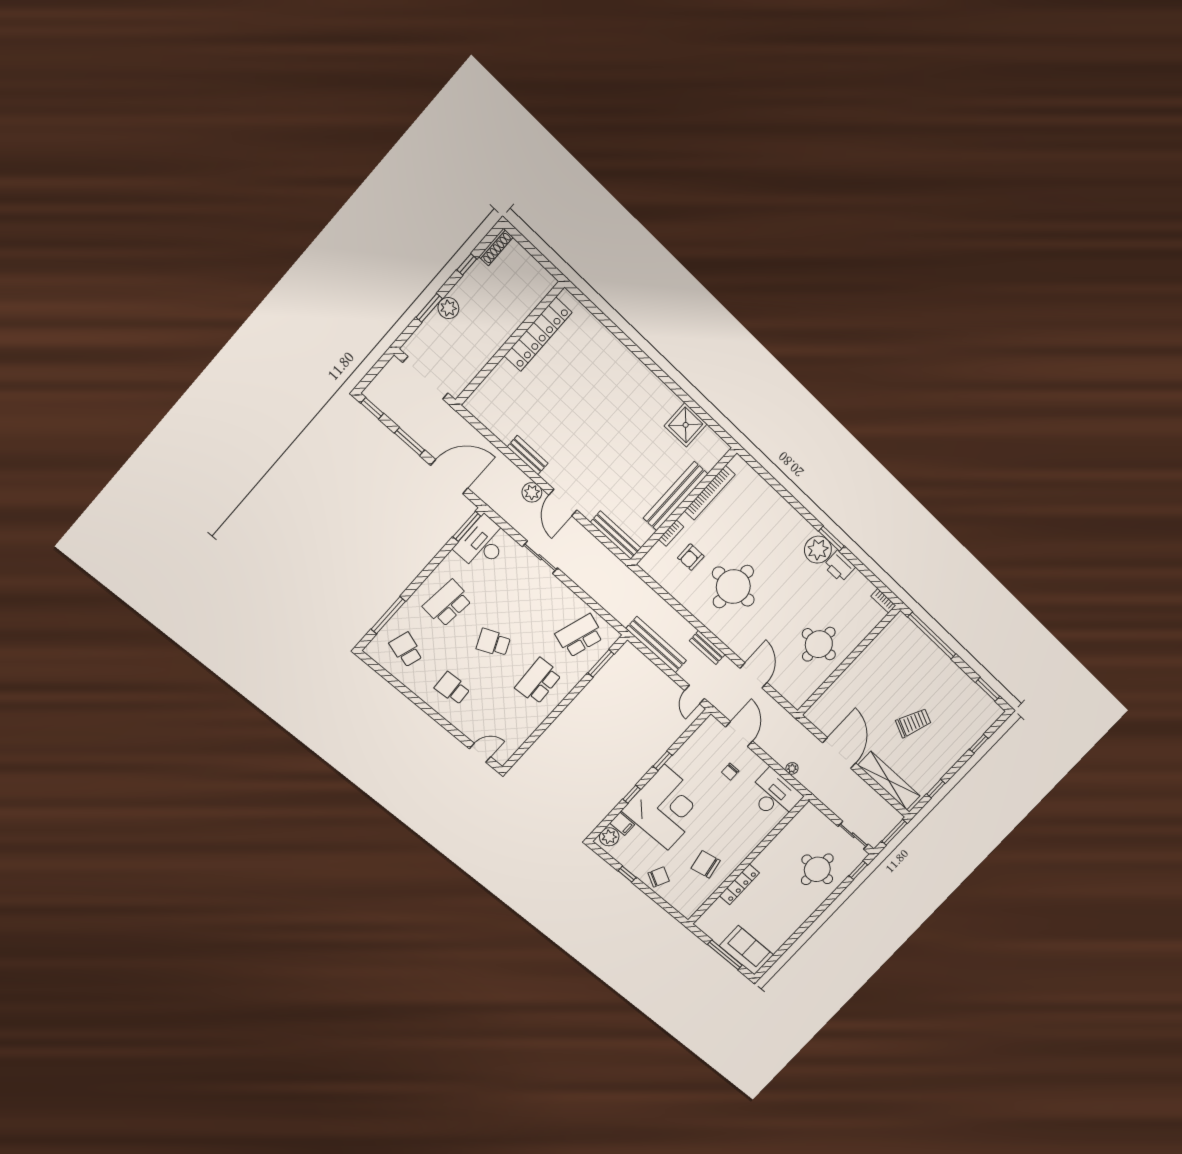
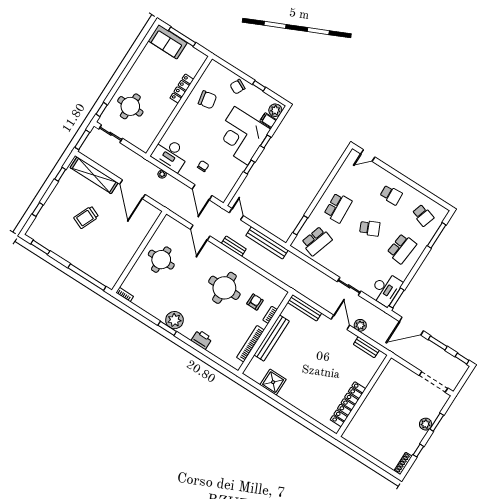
locker: (538, 334) -> (348, 404), moved
wall: (510, 344) -> (364, 396), moved
printer: (839, 566) -> (202, 339), moved

